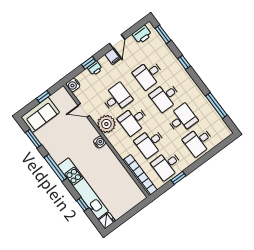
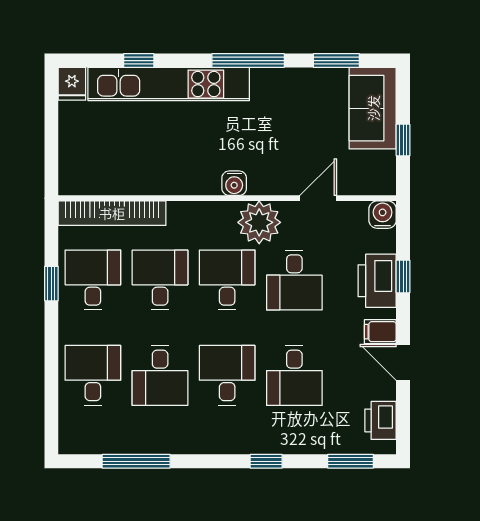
printer: (95, 68) -> (377, 281), width x1.87, depth x1.48
desk: (148, 74) -> (294, 375), turned 180

